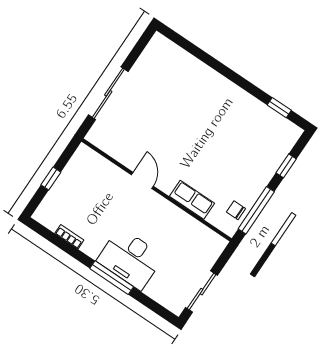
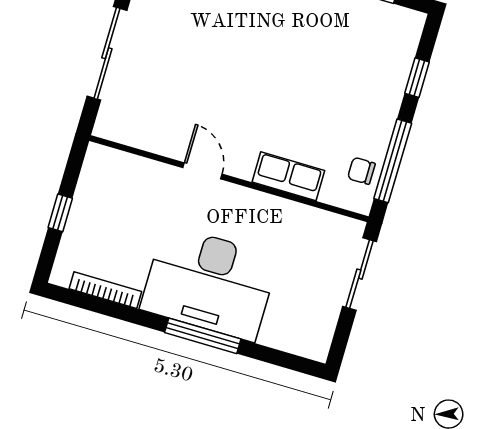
bookcase: (69, 237) -> (105, 290), width x1.56
desk: (130, 259) -> (209, 283), width x1.36, depth x1.30
sliding door: (201, 292) -> (360, 274), moved

